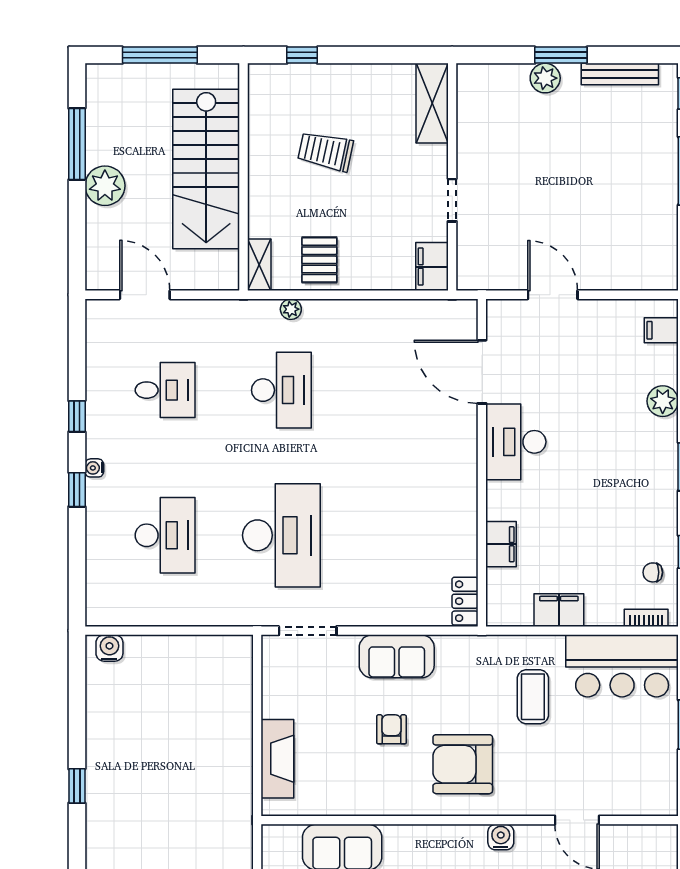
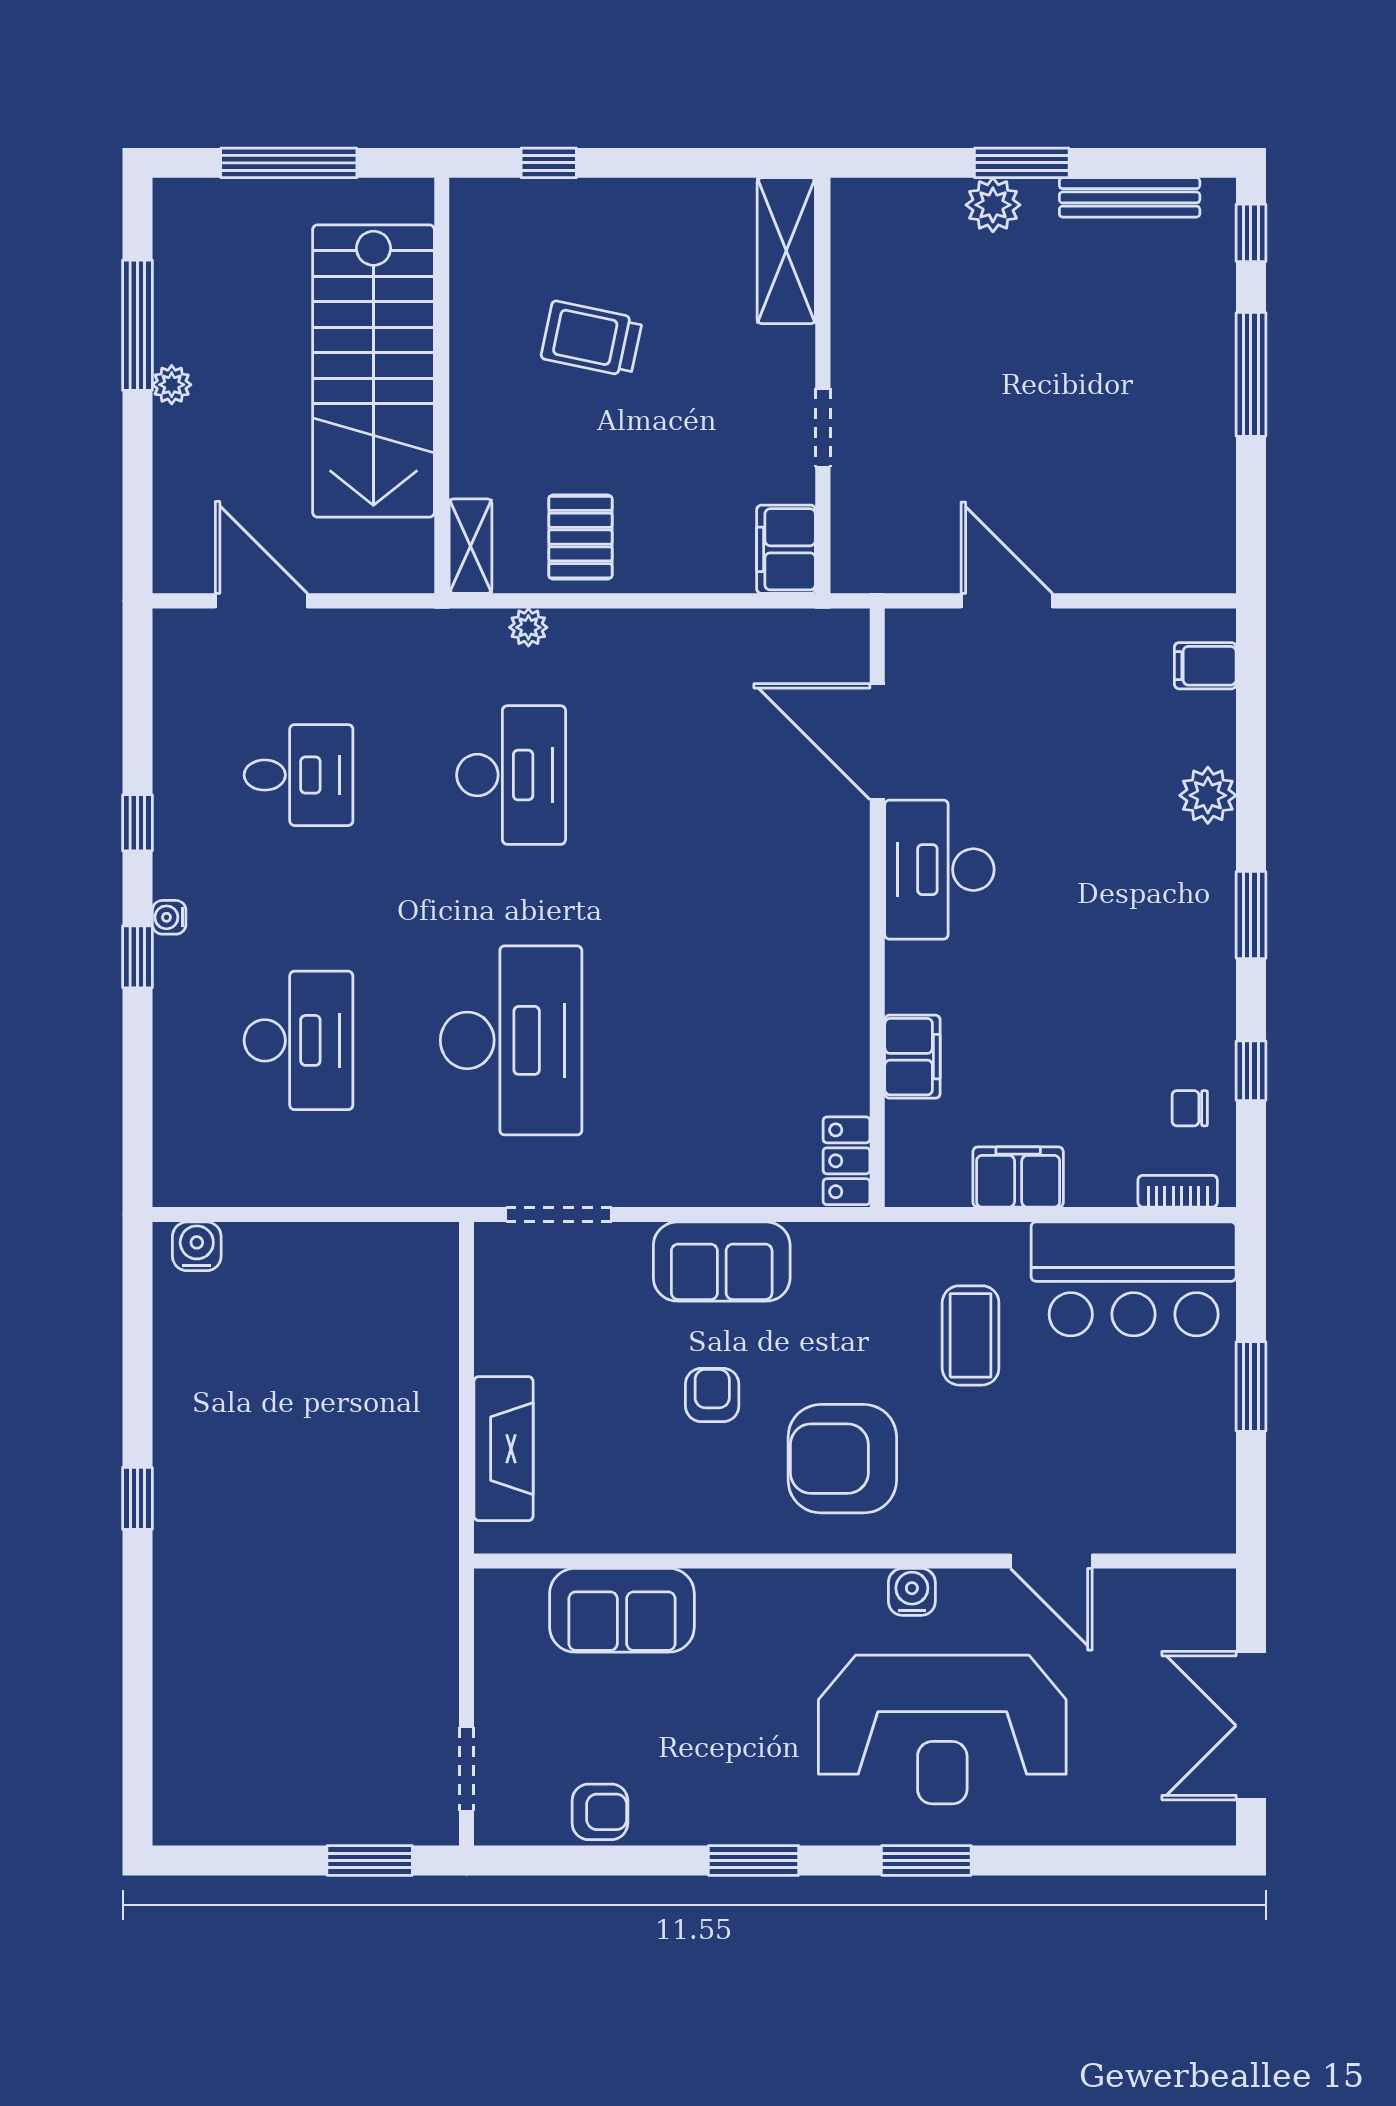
plant: (105, 186) -> (172, 385), width x0.53, depth x0.53

